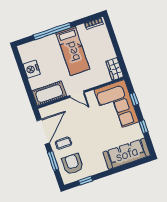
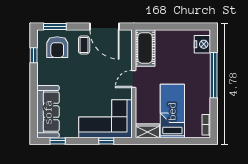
bed: (73, 51) -> (172, 111), moved, turned 90
nightstand: (32, 69) -> (202, 44), moved, turned 90
window: (143, 127) -> (58, 141), moved
window: (53, 161) -> (55, 27), moved
armchair: (73, 164) -> (57, 47), turned 90

